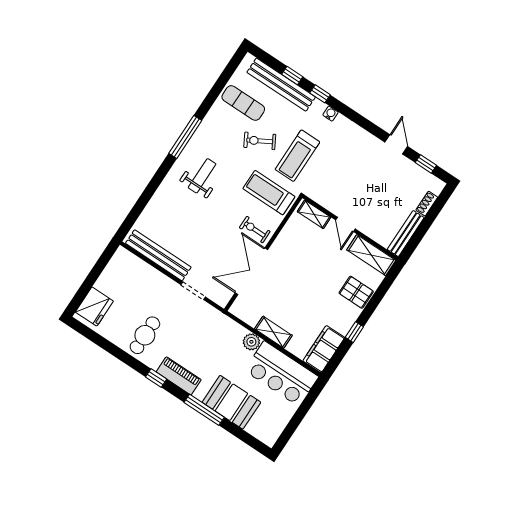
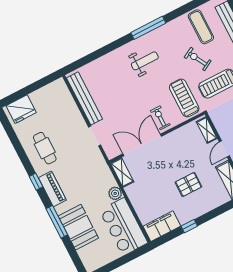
pallet: (356, 292) -> (188, 184), moved, turned 90
shelving: (273, 332) -> (122, 172), moved
cafe table: (145, 335) -> (45, 148), turned 90

